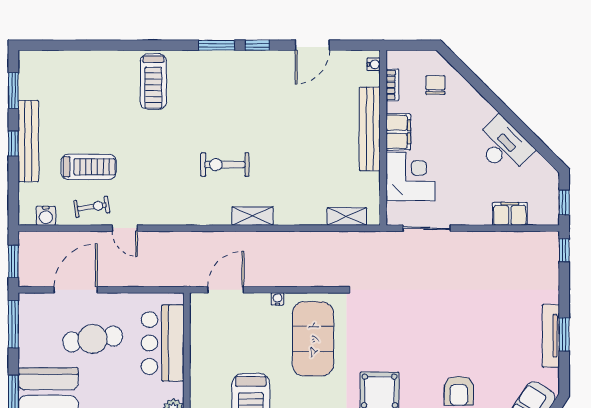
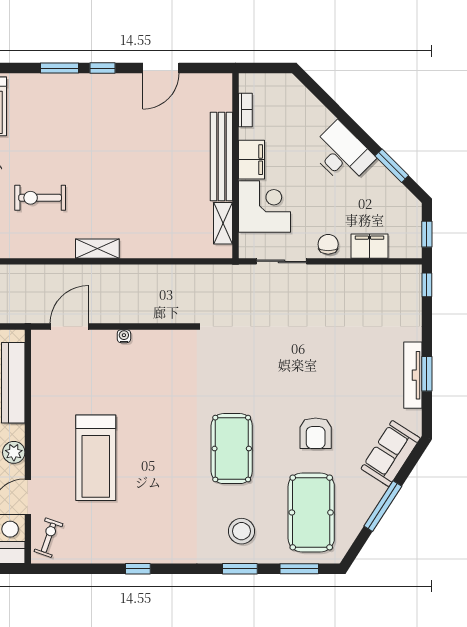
water cooler: (374, 64) -> (226, 88), removed
chair: (435, 85) -> (328, 244), moved
window: (531, 138) -> (392, 166), added
desk: (503, 146) -> (342, 154), moved
exercise bike: (225, 165) -> (40, 198), moved
shelving: (347, 216) -> (223, 223), moved, turned 90
exercise mat: (313, 339) -> (161, 378), removed

